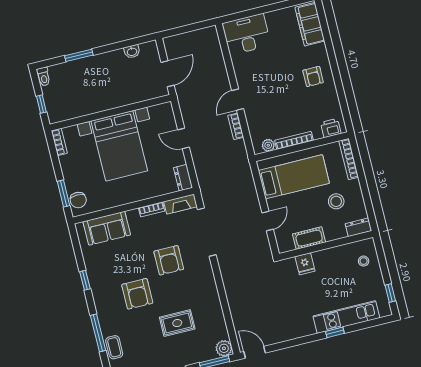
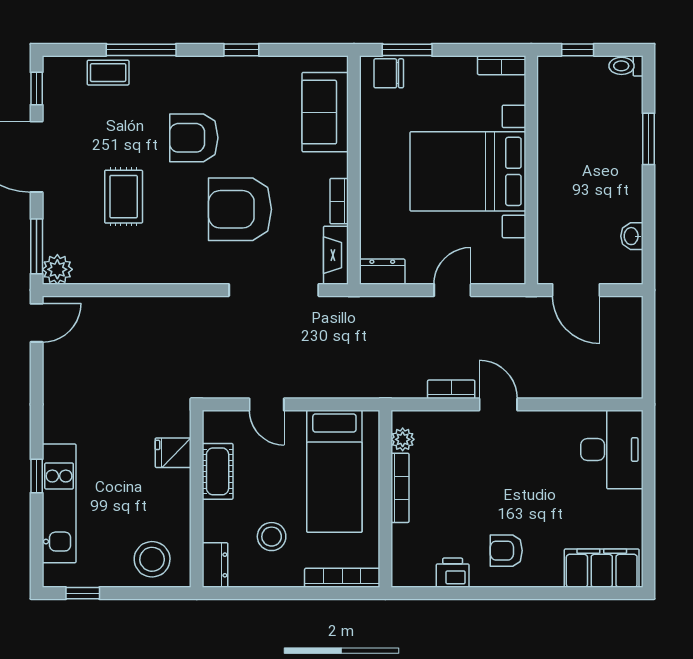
printer: (331, 128) -> (453, 573), moved, turned -90
armchair: (169, 260) -> (240, 209), width x1.36, depth x1.36
stool: (364, 261) -> (152, 559), width x1.89, depth x1.89

